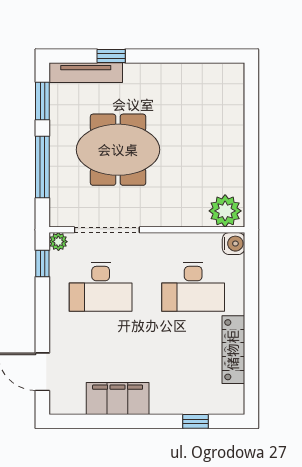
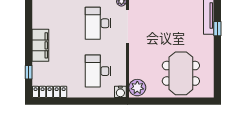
meeting table: (118, 150) -> (181, 73), moved
locker: (233, 350) -> (50, 92), moved
filing cabinet: (118, 398) -> (40, 45), moved

